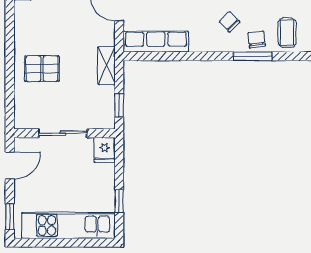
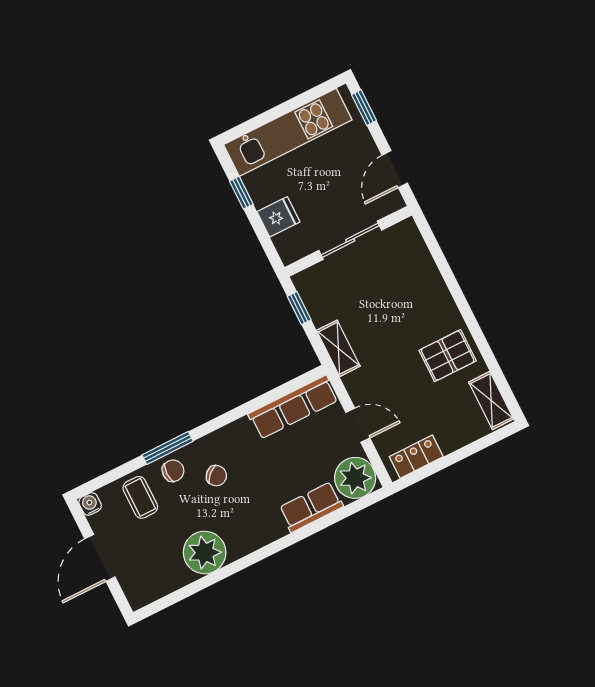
chair: (256, 39) -> (173, 471), turned -83
pallet: (42, 69) -> (448, 356), moved
fridge: (105, 150) -> (279, 217), moved, turned 90

